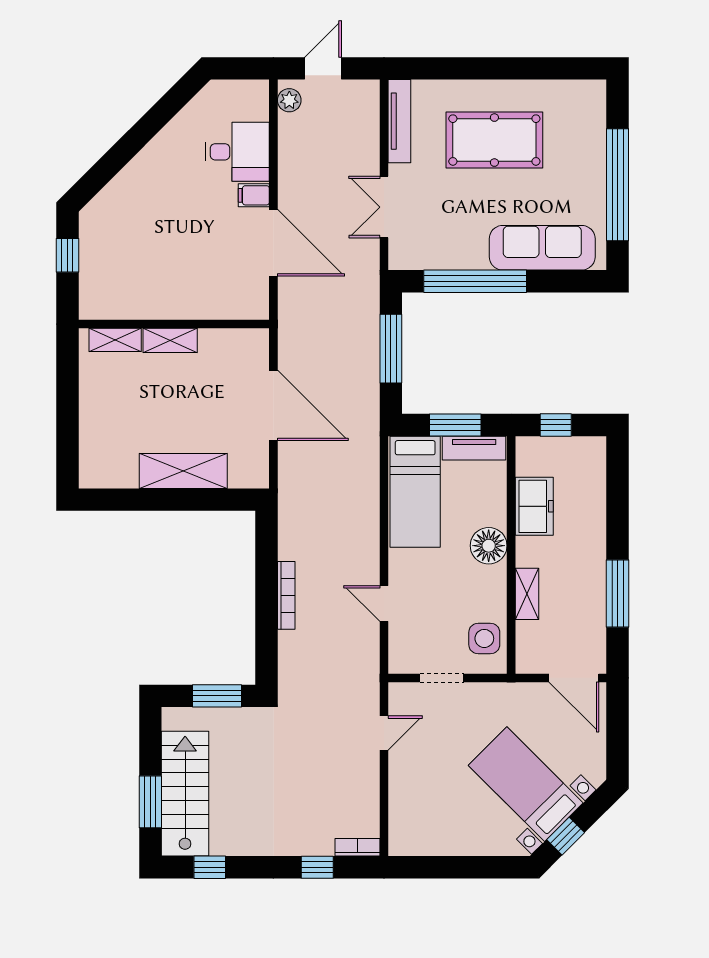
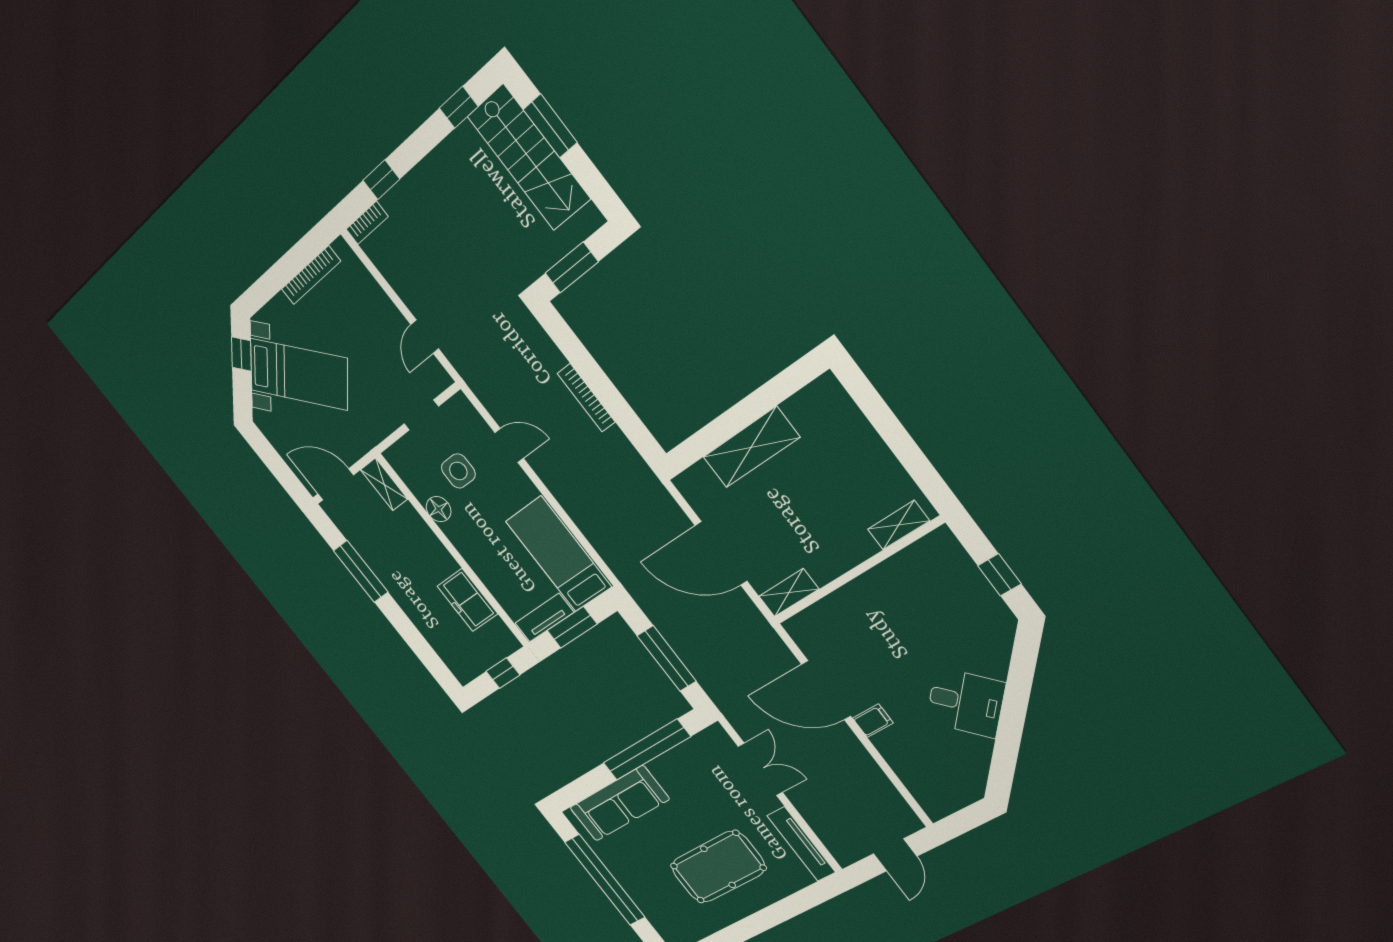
plant: (289, 100) -> (903, 815), removed
desk: (237, 152) -> (966, 702), moved, turned -135
shelving: (170, 340) -> (789, 593), moved
floor lamp: (489, 546) -> (439, 509), moved, width x0.73, depth x0.73
shelving: (527, 594) -> (384, 484), moved
side table: (484, 638) -> (458, 471), moved
bookcase: (443, 847) -> (311, 275), added

